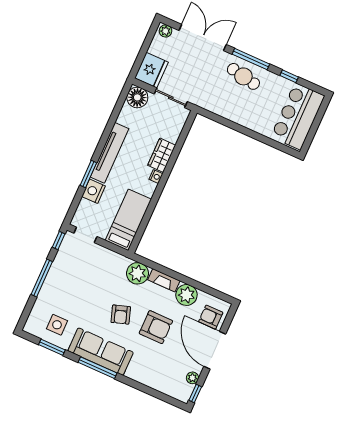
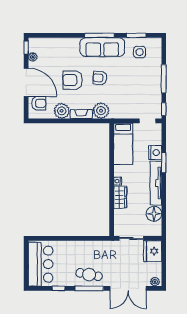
floor lamp: (137, 97) -> (154, 214), moved
armchair: (121, 315) -> (100, 78), turned -67

